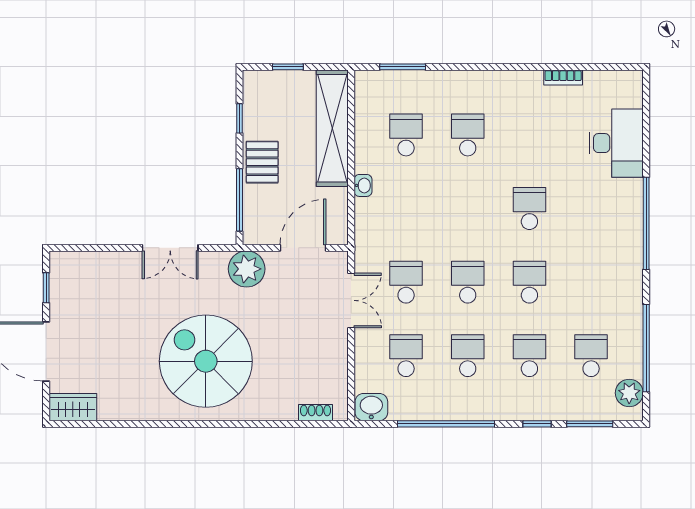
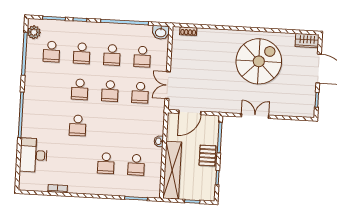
plant: (247, 269) -> (218, 103), removed
spiral stairs: (206, 361) -> (259, 61), moved, turned -90

